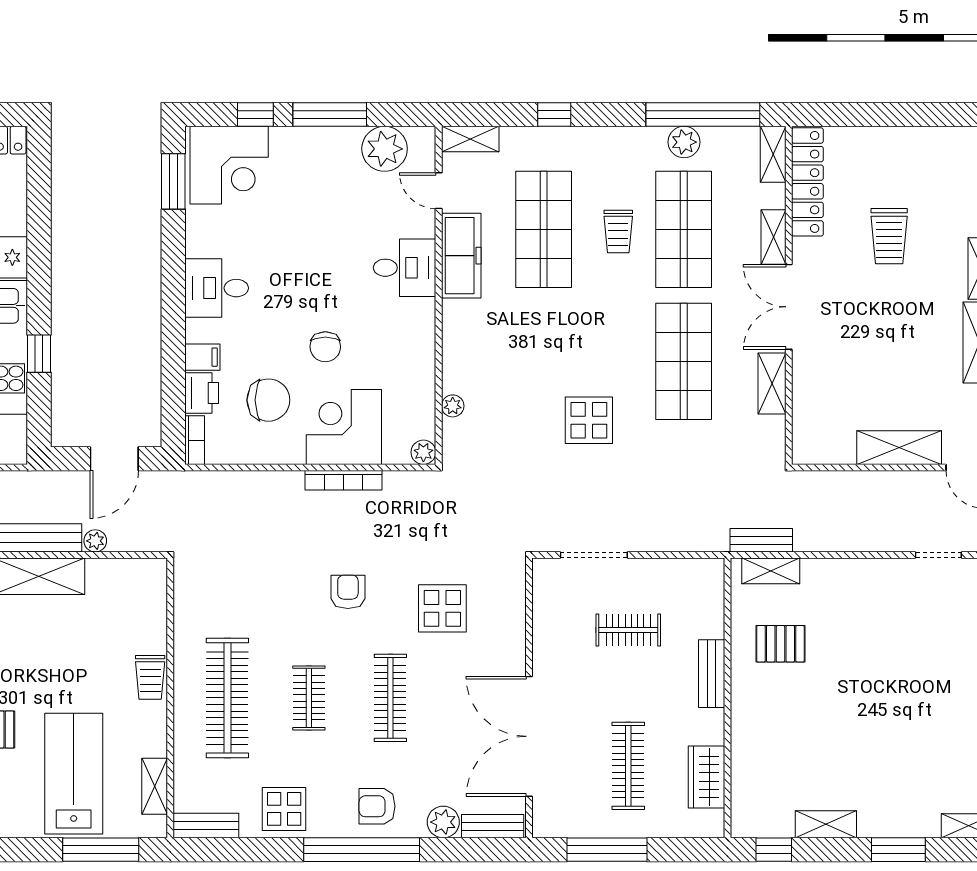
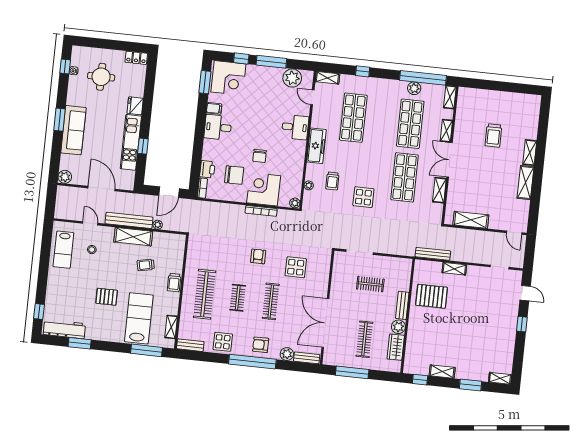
locker: (807, 182) -> (463, 110), removed
trolley: (618, 232) -> (332, 181), moved
freezer: (461, 256) -> (316, 146), moved
filing cabinet: (202, 357) -> (214, 108), moved
shelving: (899, 448) -> (471, 220), moved
bench: (761, 540) -> (433, 254), width x1.36
shelving: (771, 571) -> (454, 269), moved
trolley: (77, 642) -> (146, 265), added
pallet: (780, 644) -> (432, 296), width x1.50, depth x1.42
plant: (708, 727) -> (398, 327), added

